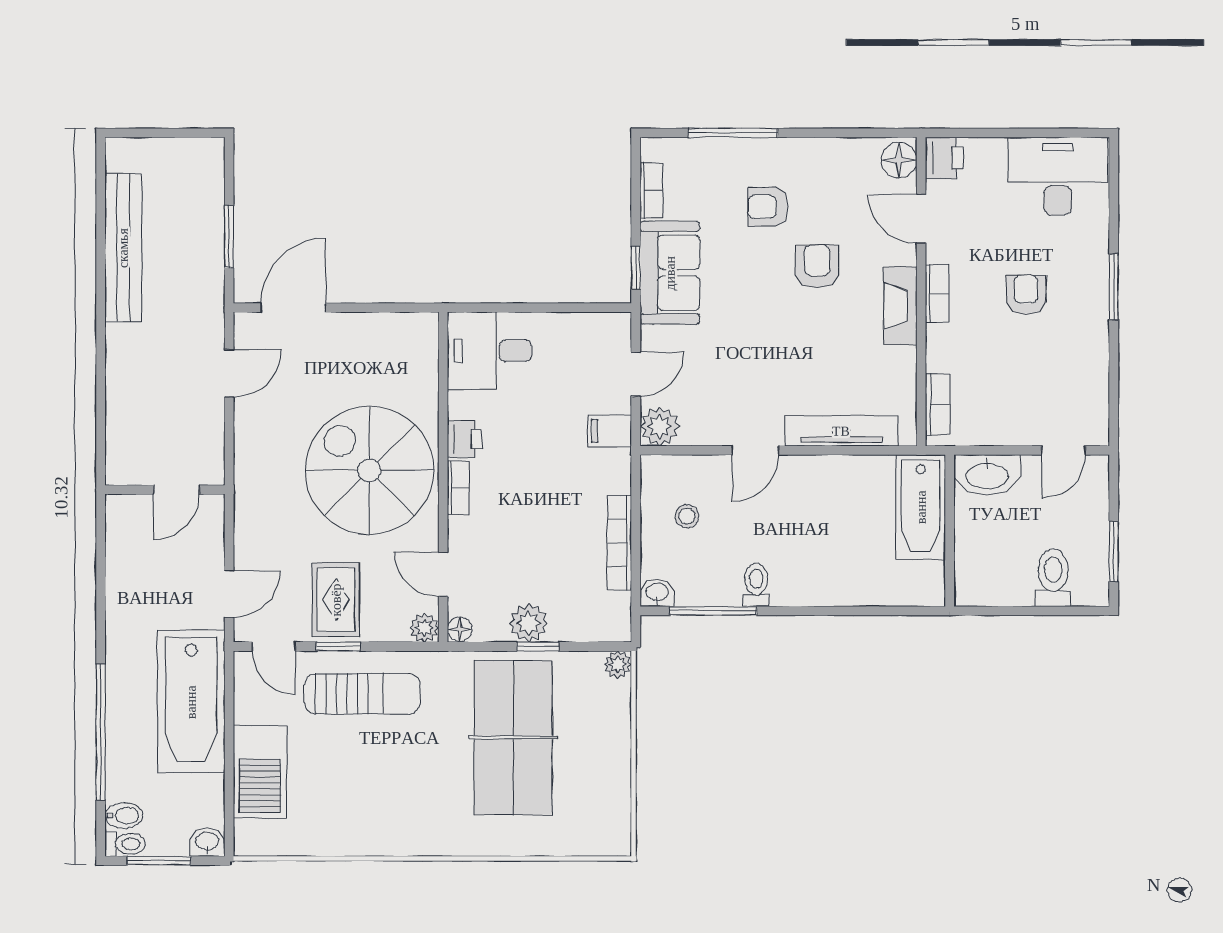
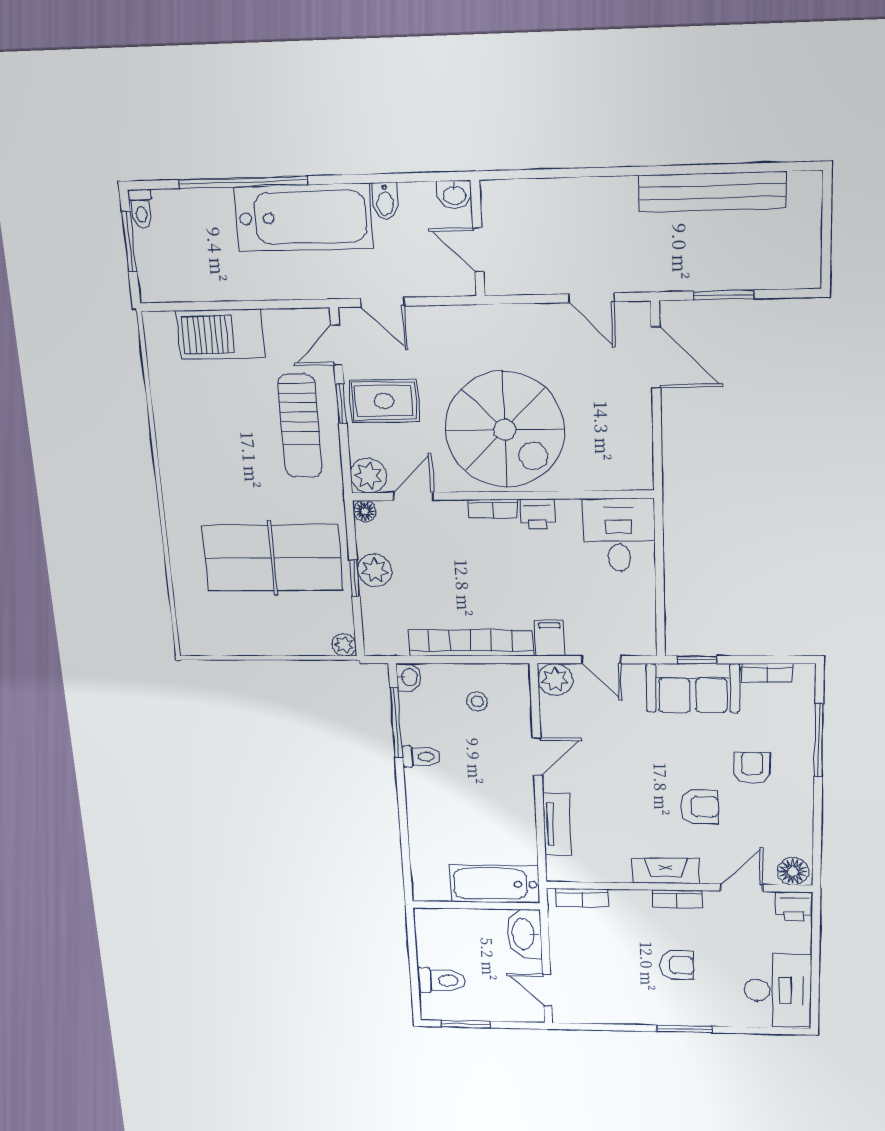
tv unit: (841, 431) -> (557, 824), width x0.71
door: (755, 450) -> (537, 757), swing flipped
spiral stairs: (369, 470) -> (505, 430), turned 90
bookcase: (619, 543) -> (471, 643), width x1.48, depth x1.31
plant: (424, 628) -> (368, 476), width x1.38, depth x1.38
bathtub: (191, 702) -> (303, 218), moved, turned 180
bidet: (124, 816) -> (385, 201), moved
washbasin: (207, 842) -> (454, 195), moved, turned 90

